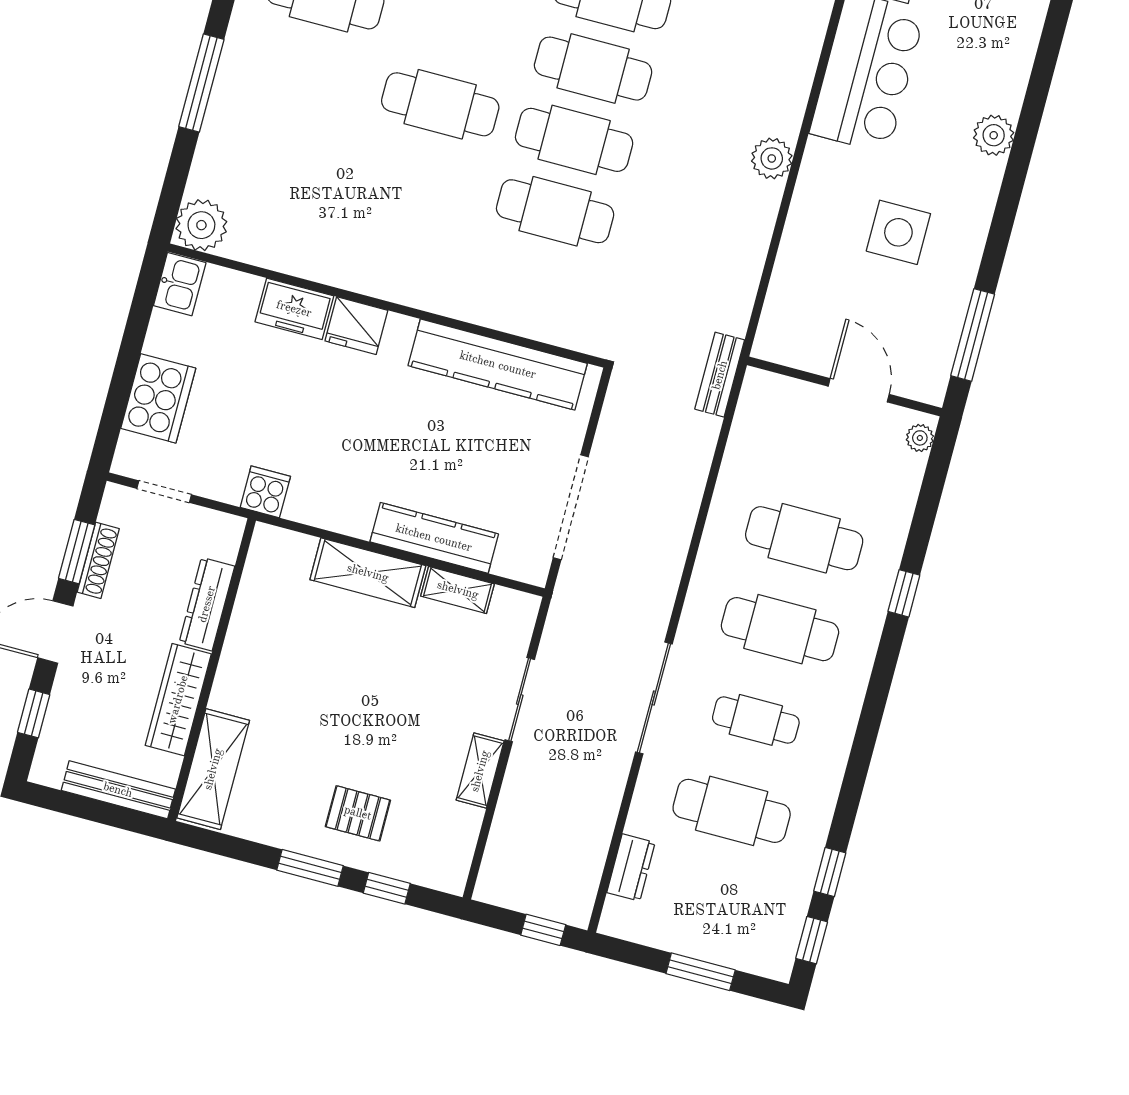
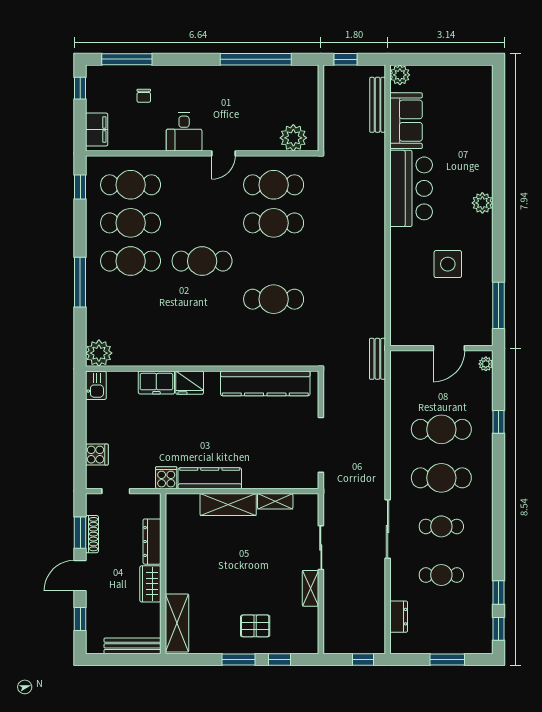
cafe table: (574, 140) -> (131, 261), moved
plant: (772, 158) -> (375, 244), removed
door: (859, 390) -> (449, 348), swing flipped
cooker: (158, 398) -> (97, 455), width x0.53, depth x0.76
kitchen counter: (434, 538) -> (210, 478), moved
window: (904, 593) -> (498, 422), moved
wardrobe: (178, 700) -> (150, 584), width x0.67
cafe table: (732, 811) -> (441, 575), width x0.73, depth x0.74

